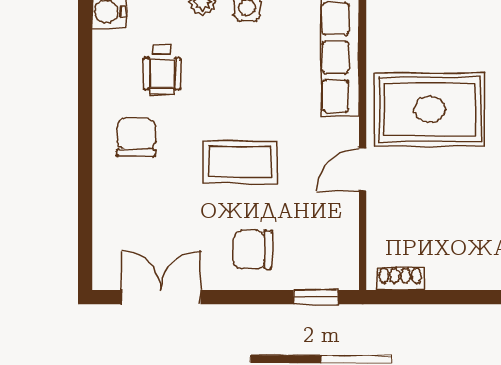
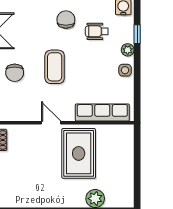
chair: (136, 137) -> (66, 20), turned -90
chair: (253, 250) -> (15, 73), turned 180

